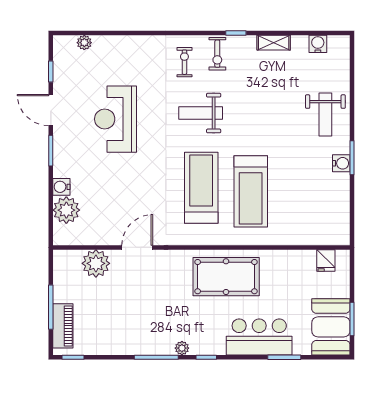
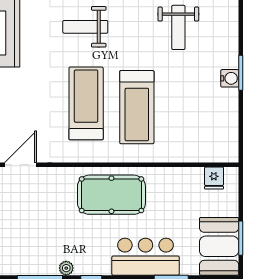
weight bench: (325, 115) -> (178, 27), moved

